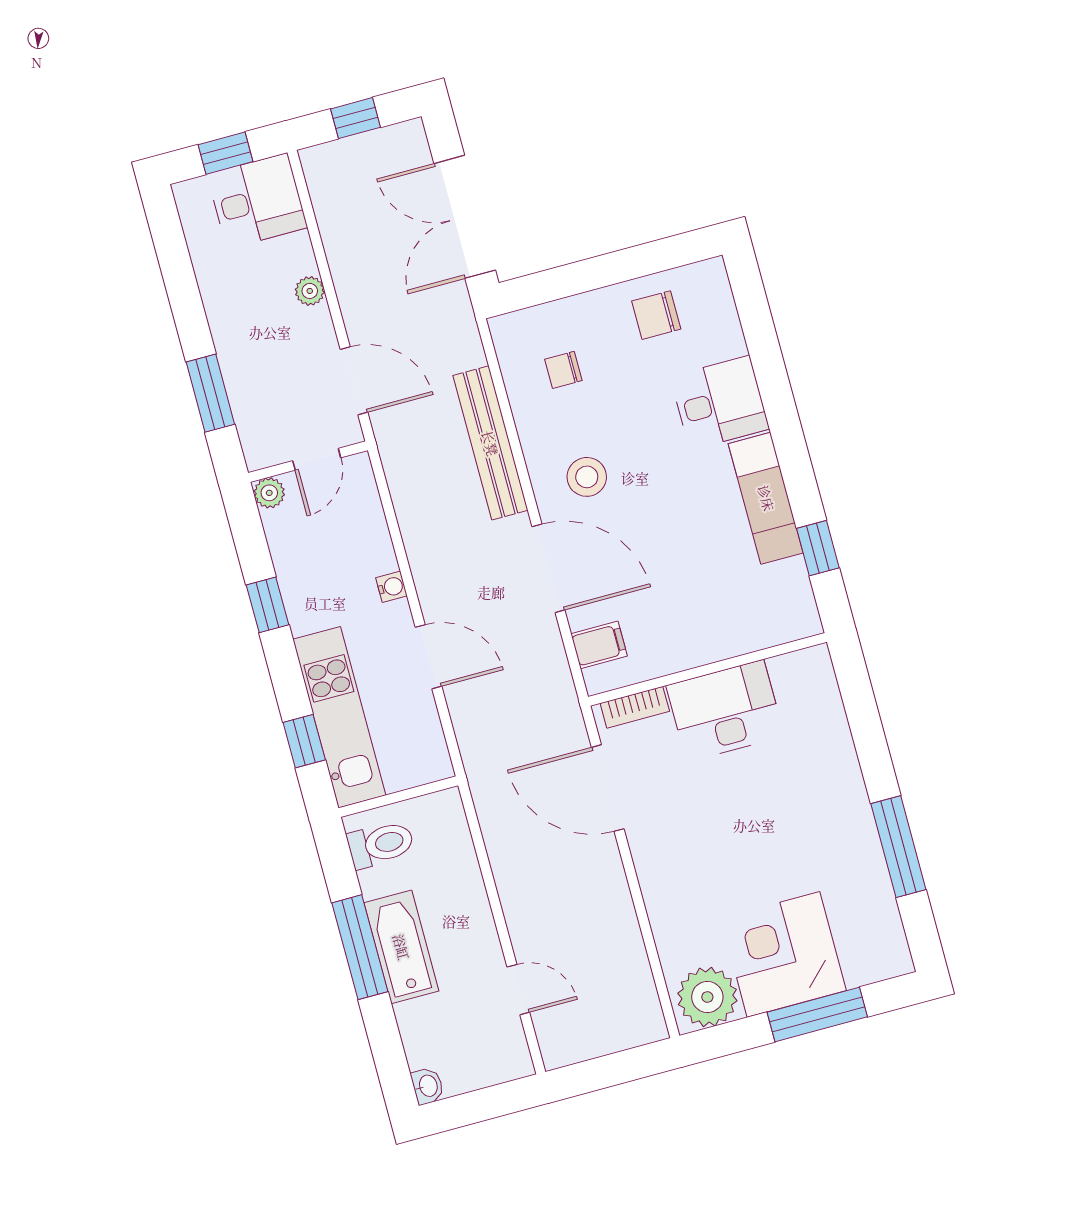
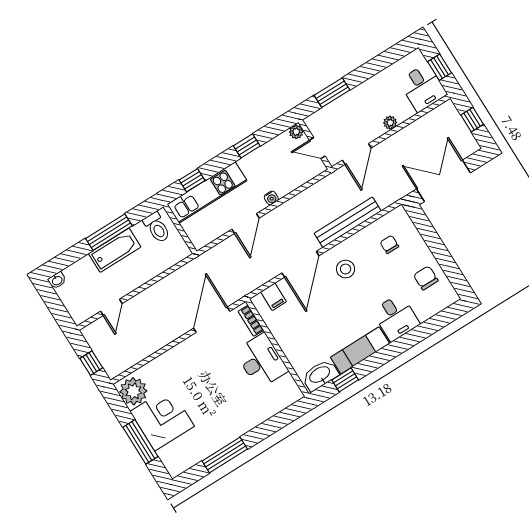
washbasin: (792, 597) -> (320, 375), added
window: (622, 1067) -> (91, 363), added

